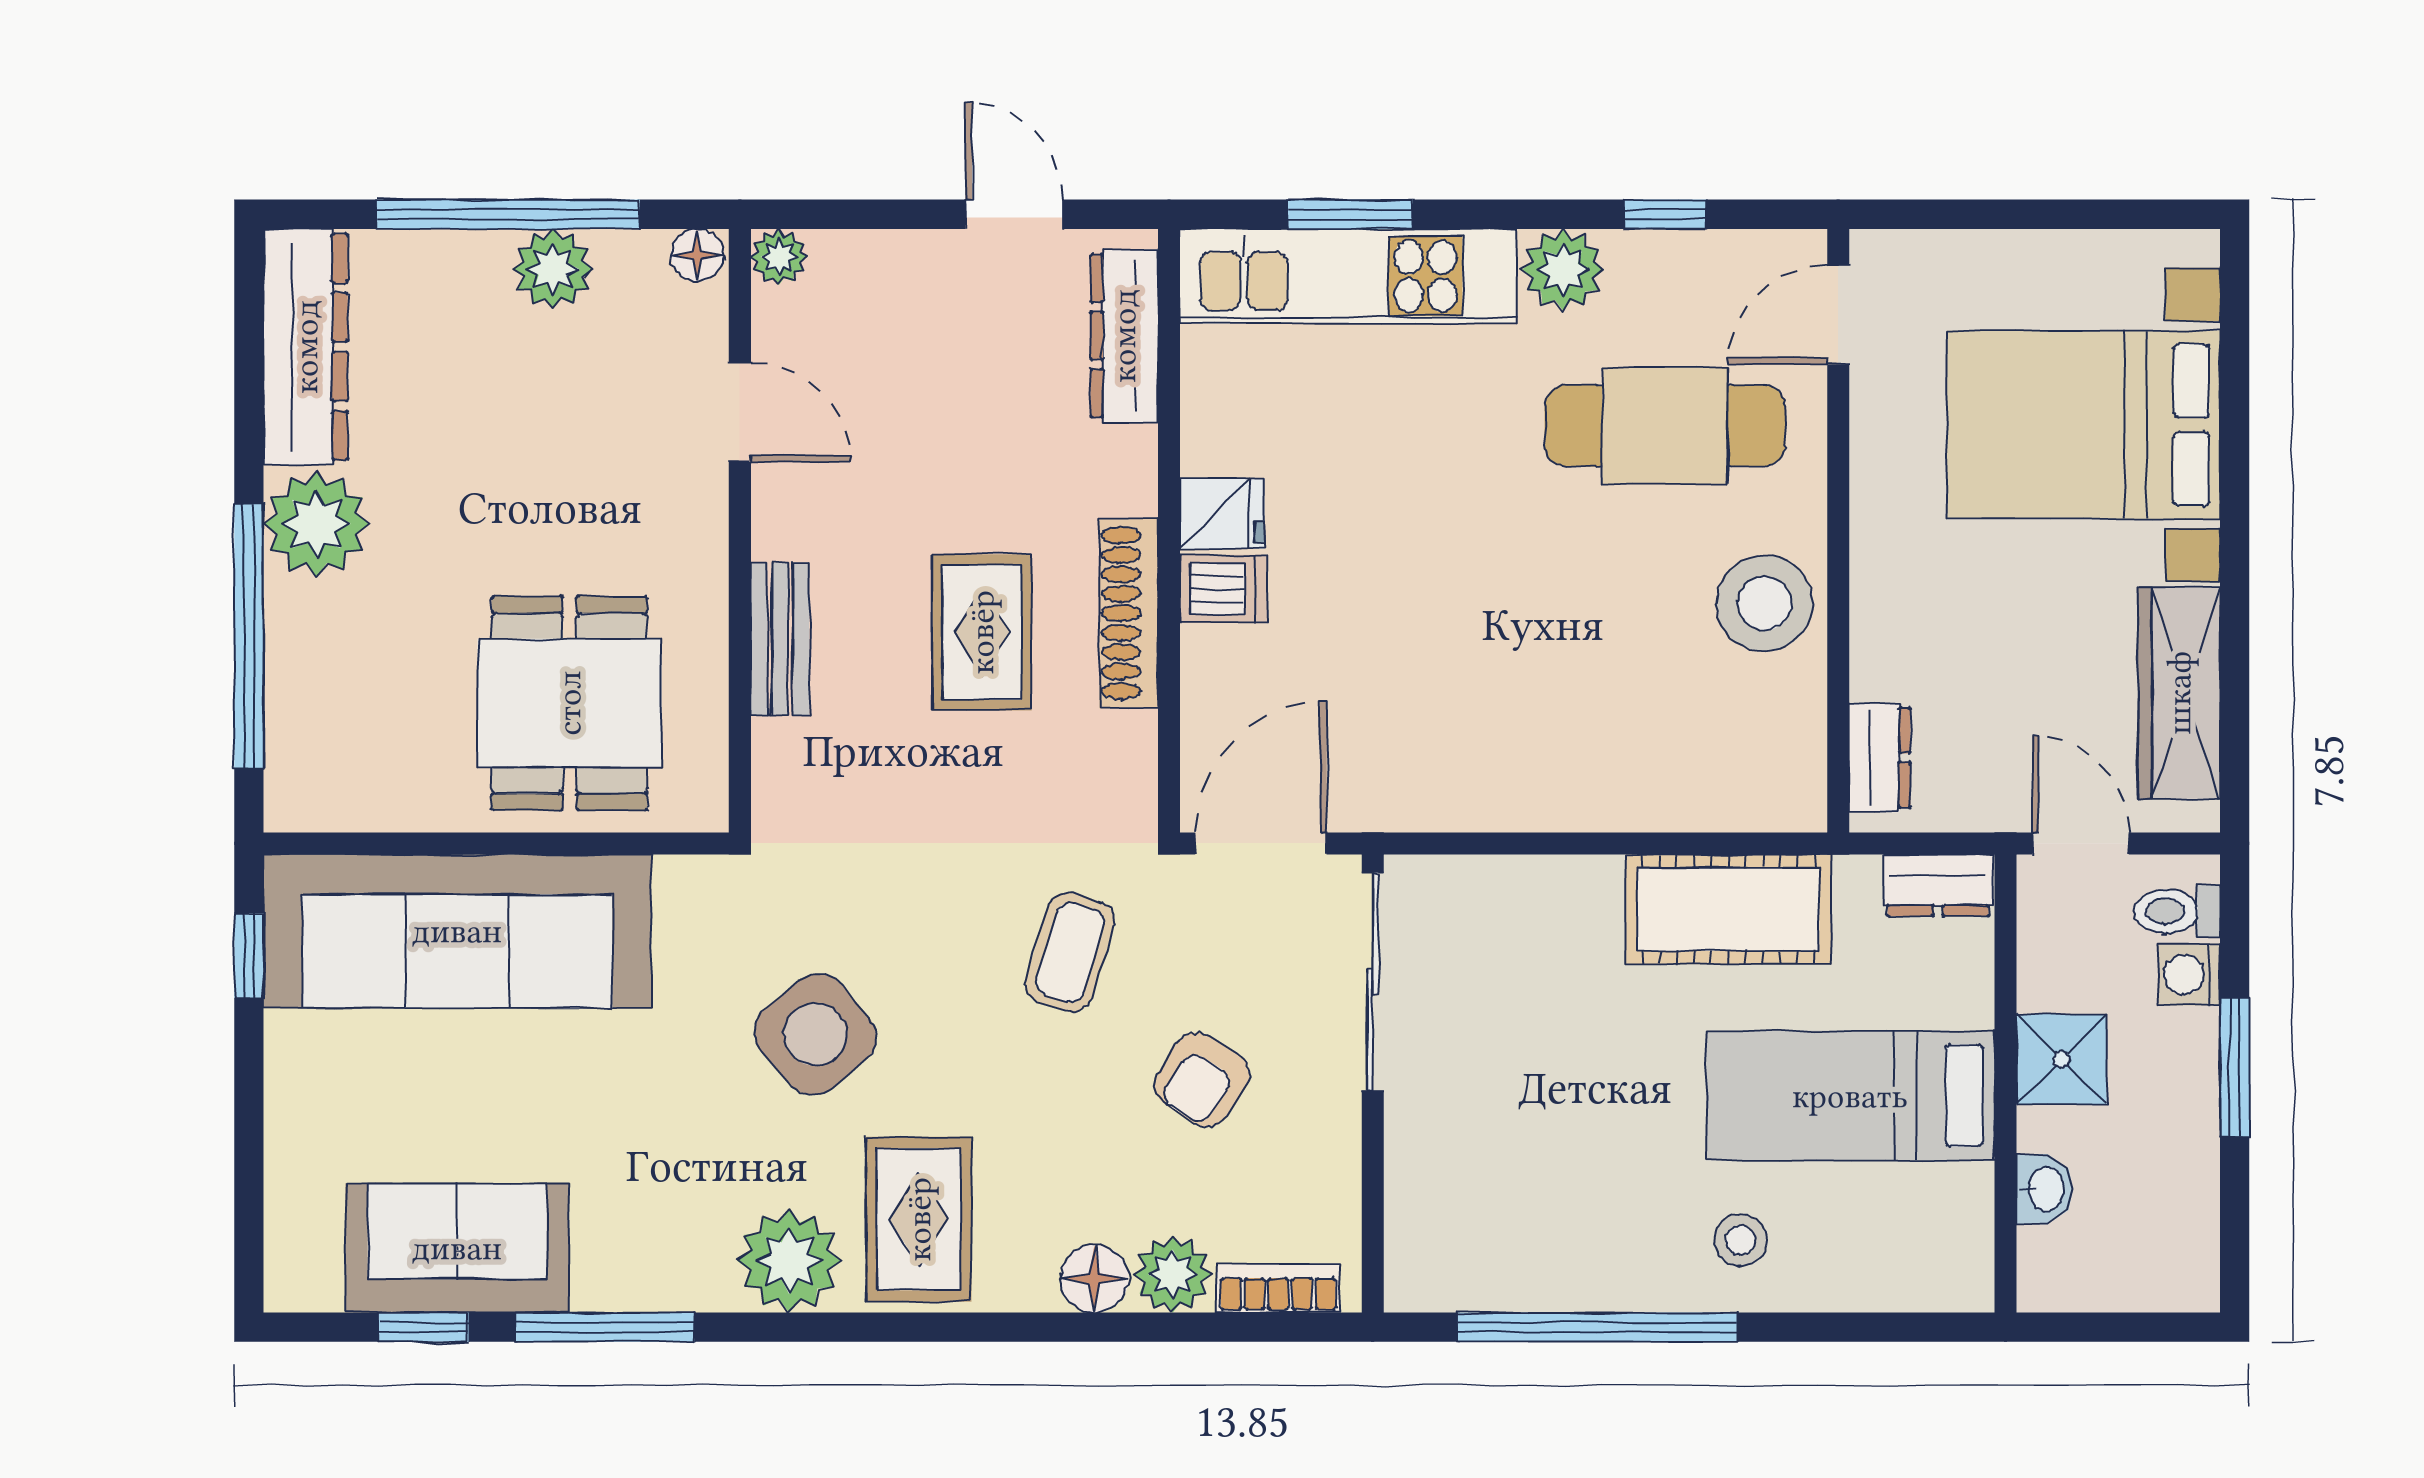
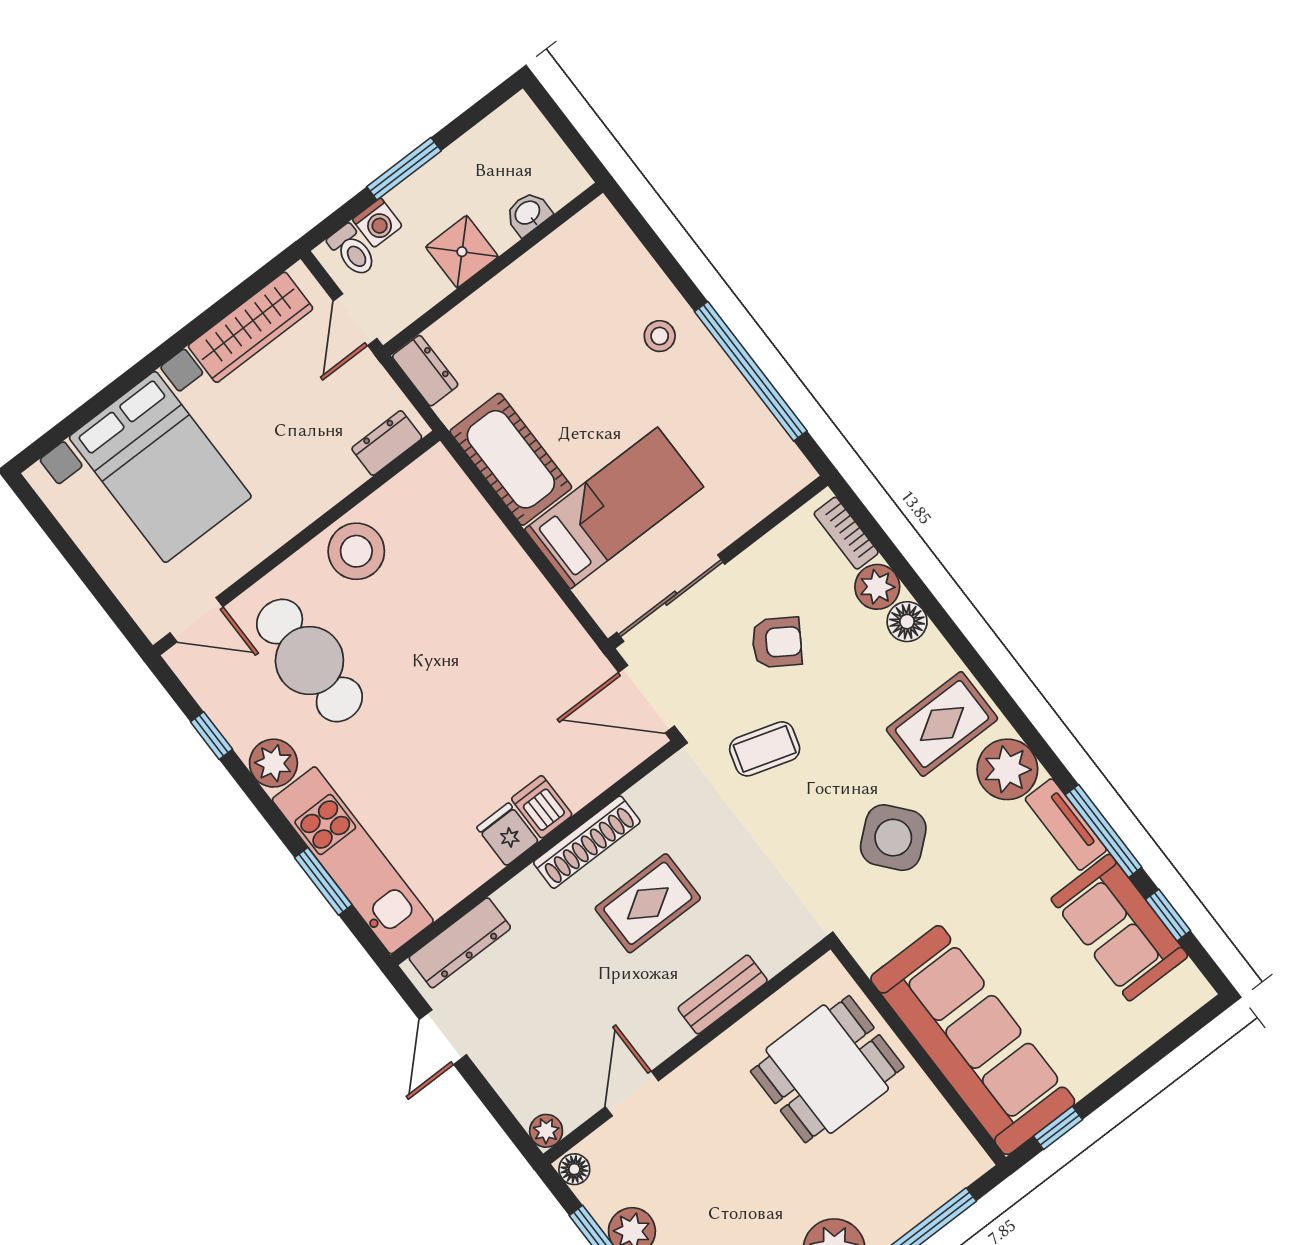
bed: (1850, 1096) -> (614, 508), moved, turned -90
tv unit: (653, 1283) -> (1066, 824), added

